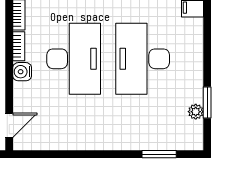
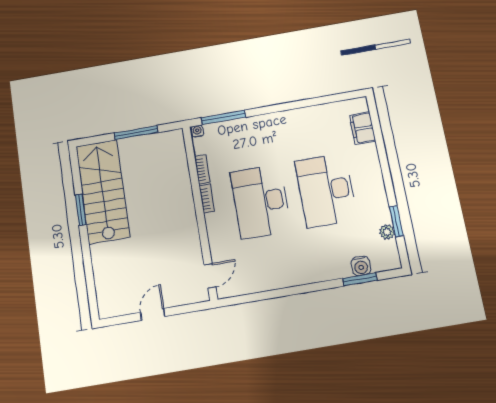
desk: (74, 59) -> (261, 201), turned 180
water cooler: (22, 72) -> (361, 266), moved, turned -90

